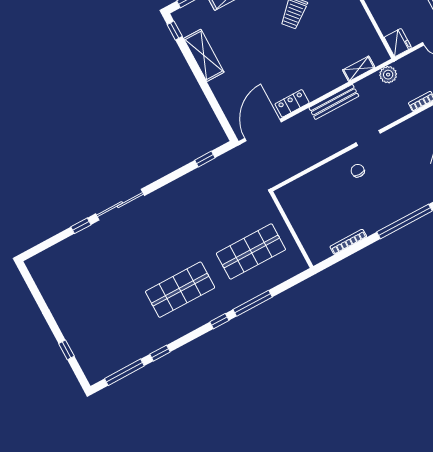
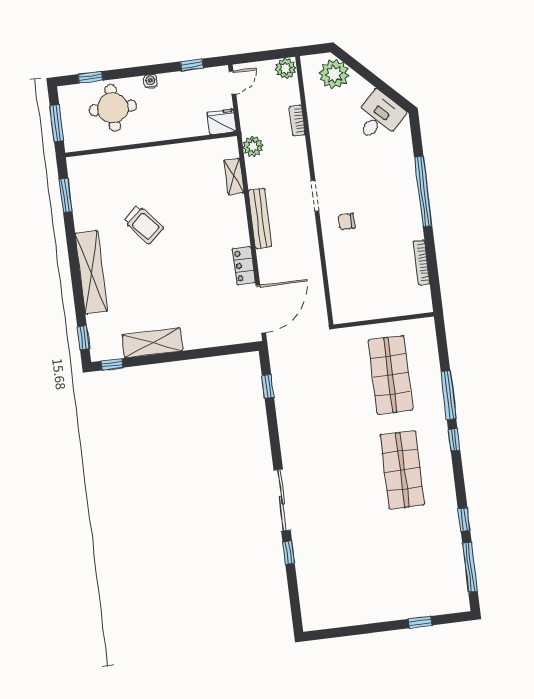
door: (263, 130) -> (261, 309), swing flipped

